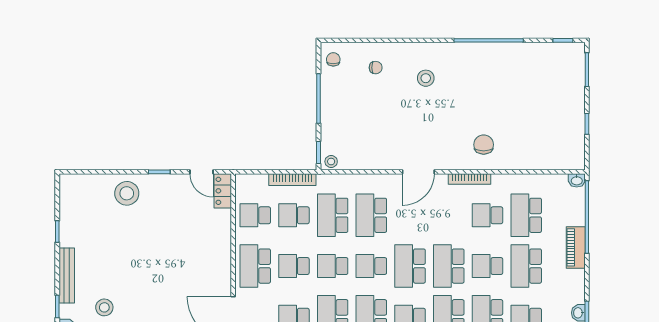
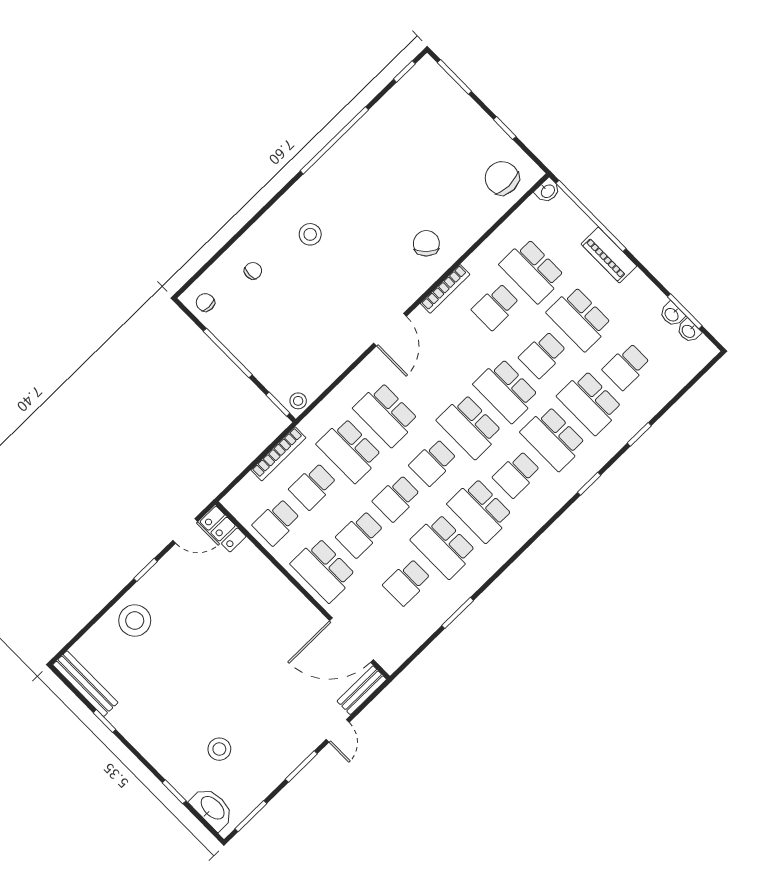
chair: (484, 145) -> (426, 243), turned 43
chair: (559, 149) -> (502, 178), added
bench: (67, 275) -> (85, 684), moved

